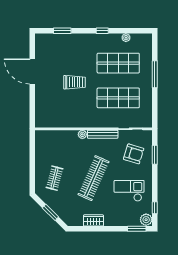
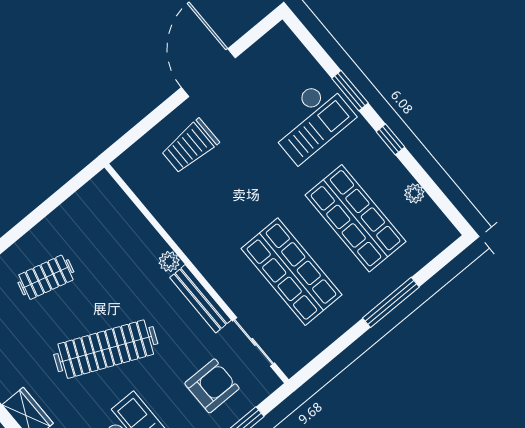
window: (62, 31) -> (350, 91), moved
checkout: (75, 52) -> (310, 121), added
trolley: (74, 82) -> (190, 146), moved, turned 90
armchair: (134, 154) -> (212, 386), turned -107

